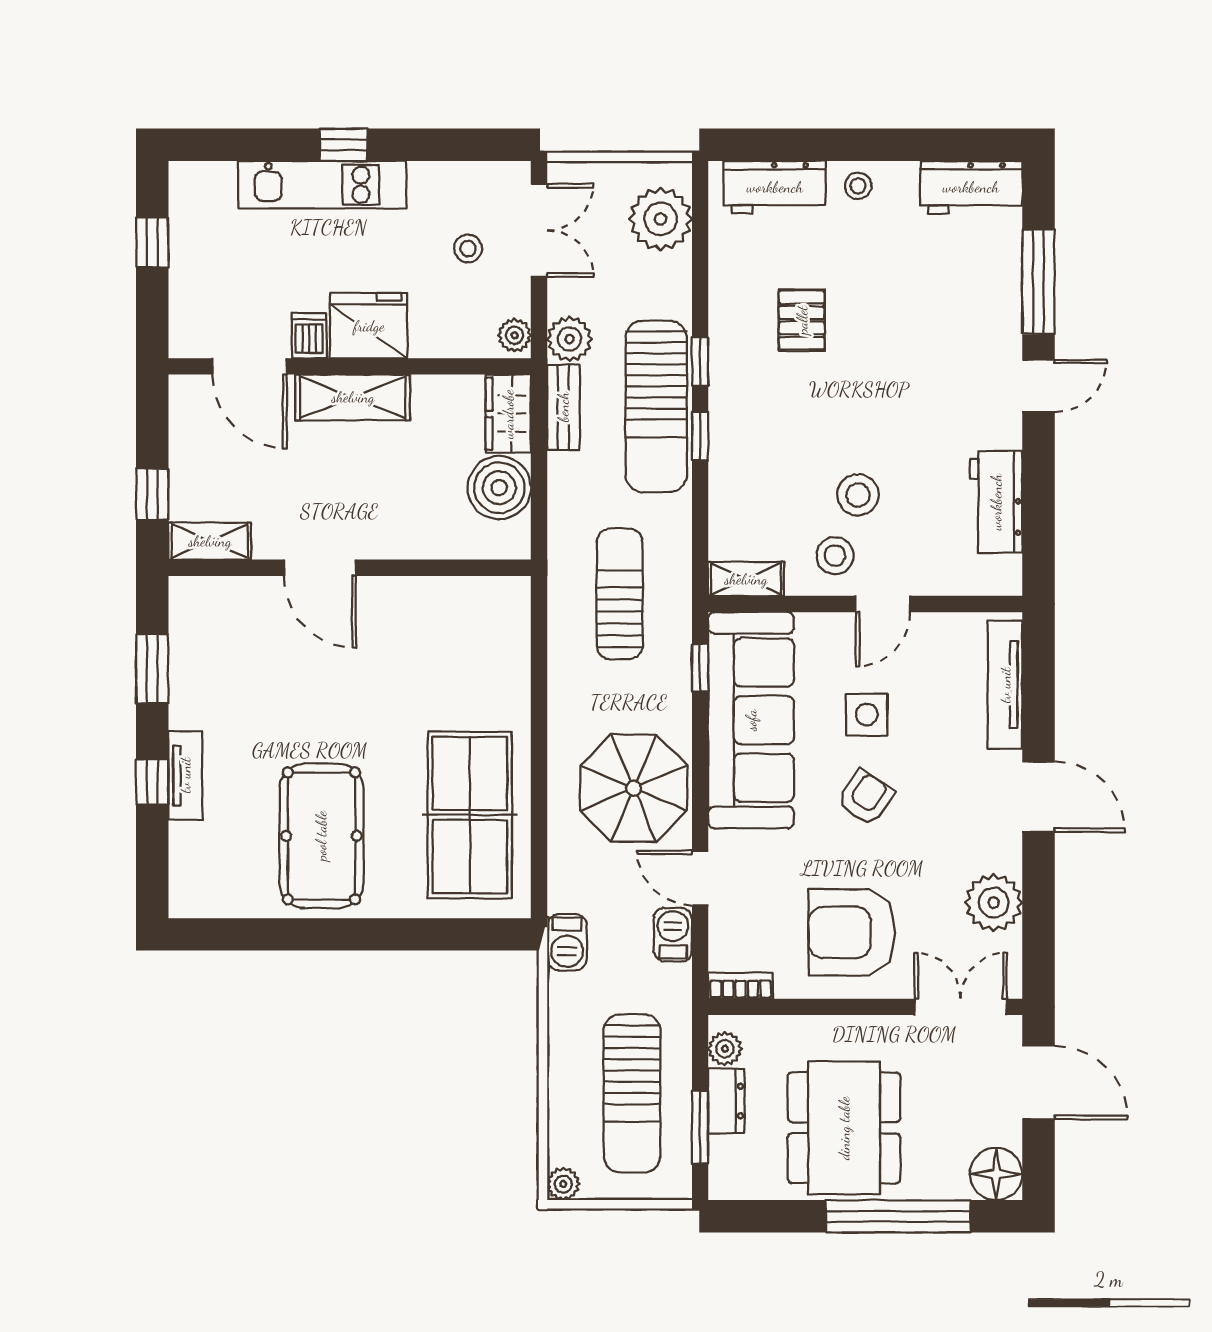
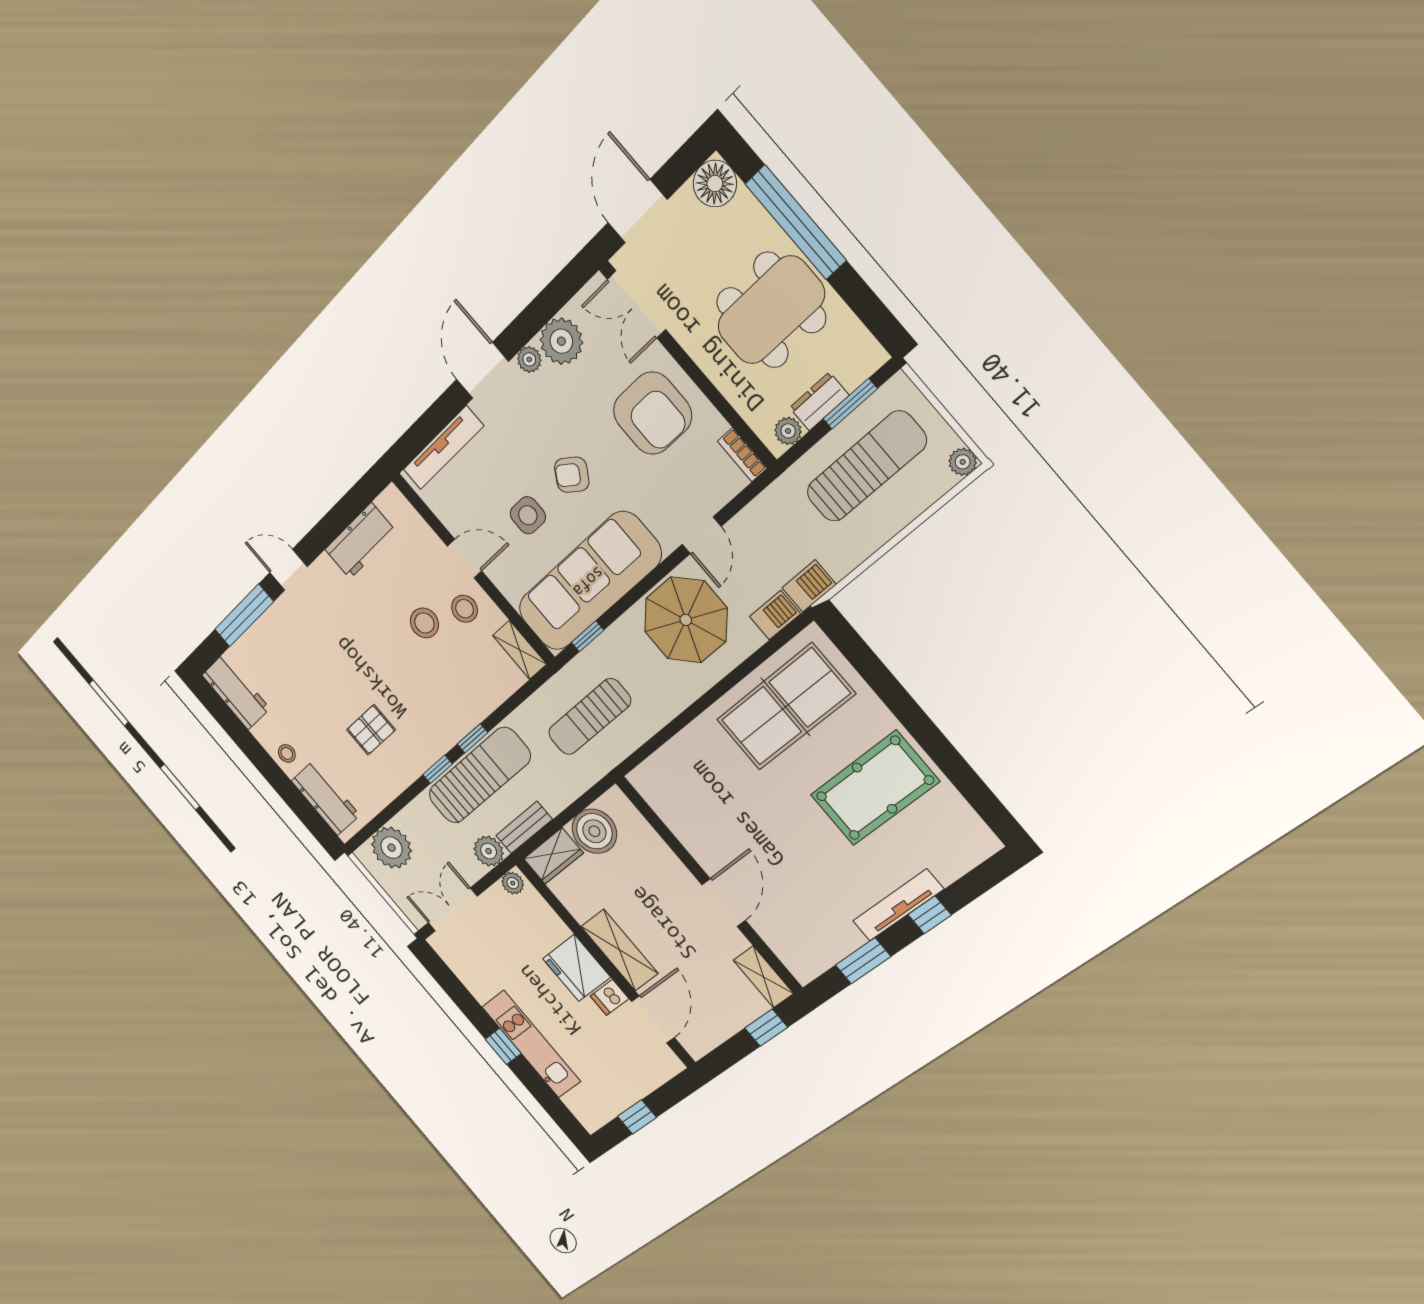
stool: (468, 248) -> (494, 942), removed
tv unit: (185, 775) -> (898, 905), width x1.41
plant: (1006, 855) -> (529, 359), added
barbecue: (673, 935) -> (775, 615), moved, turned 180

